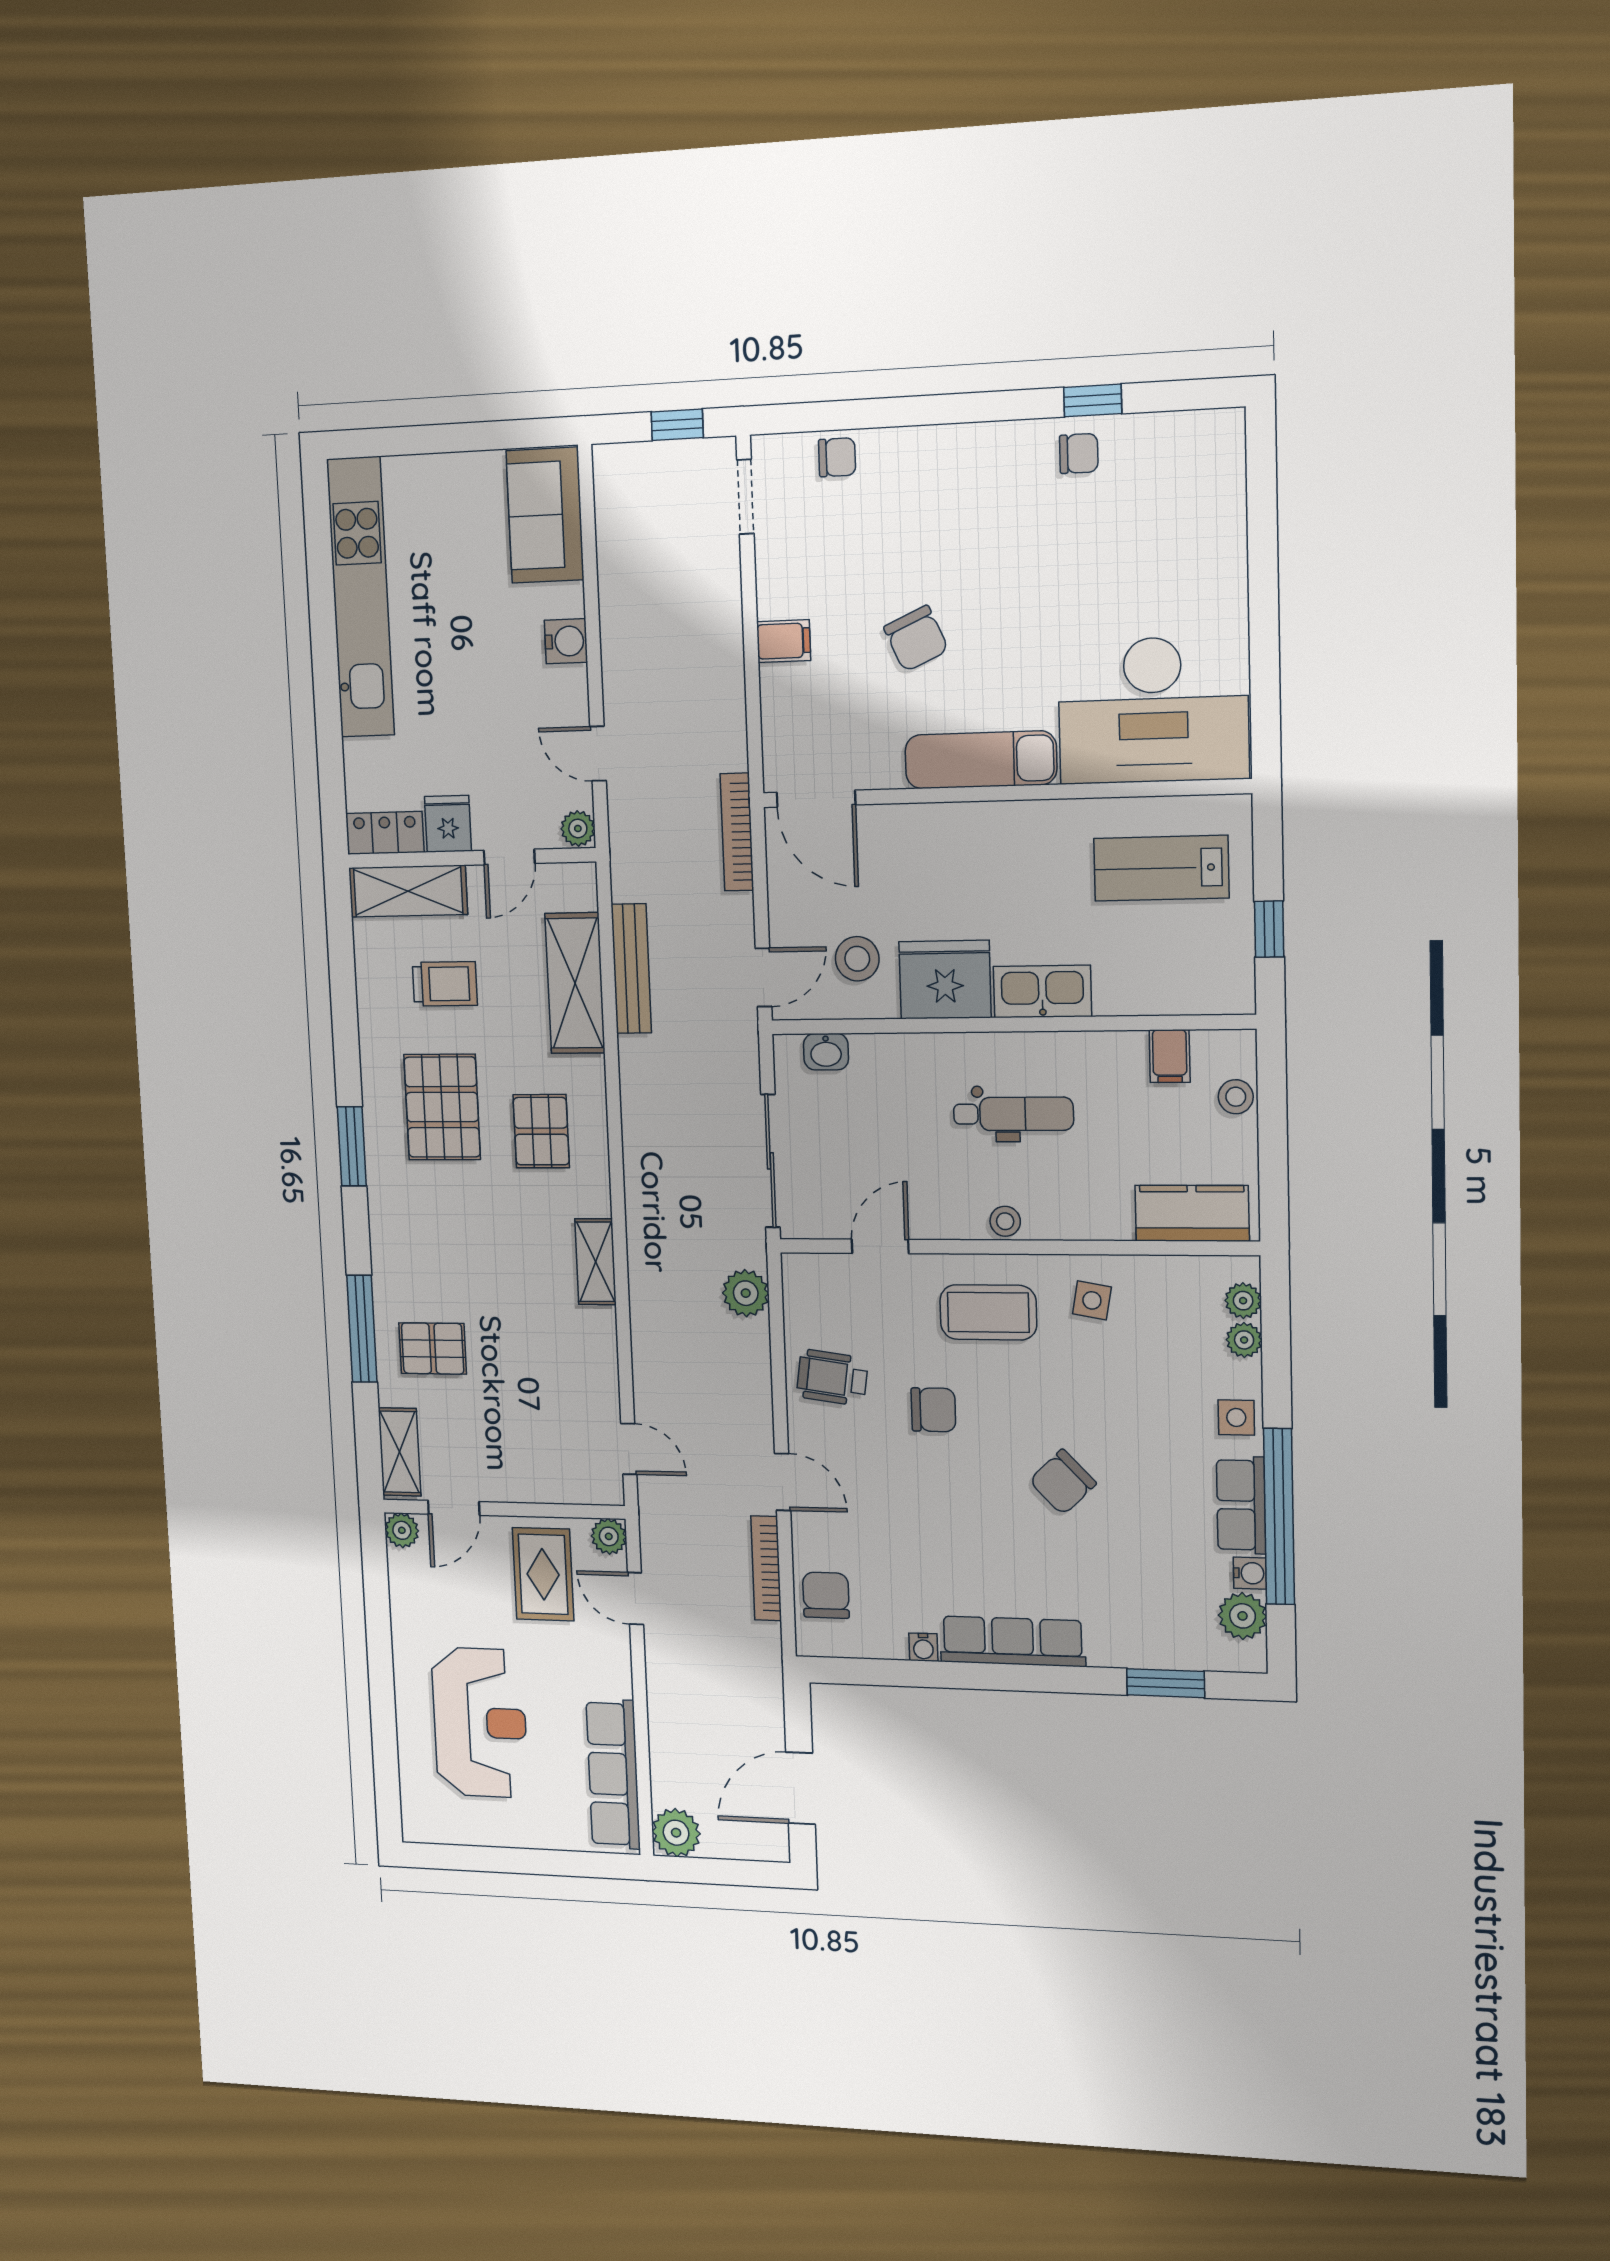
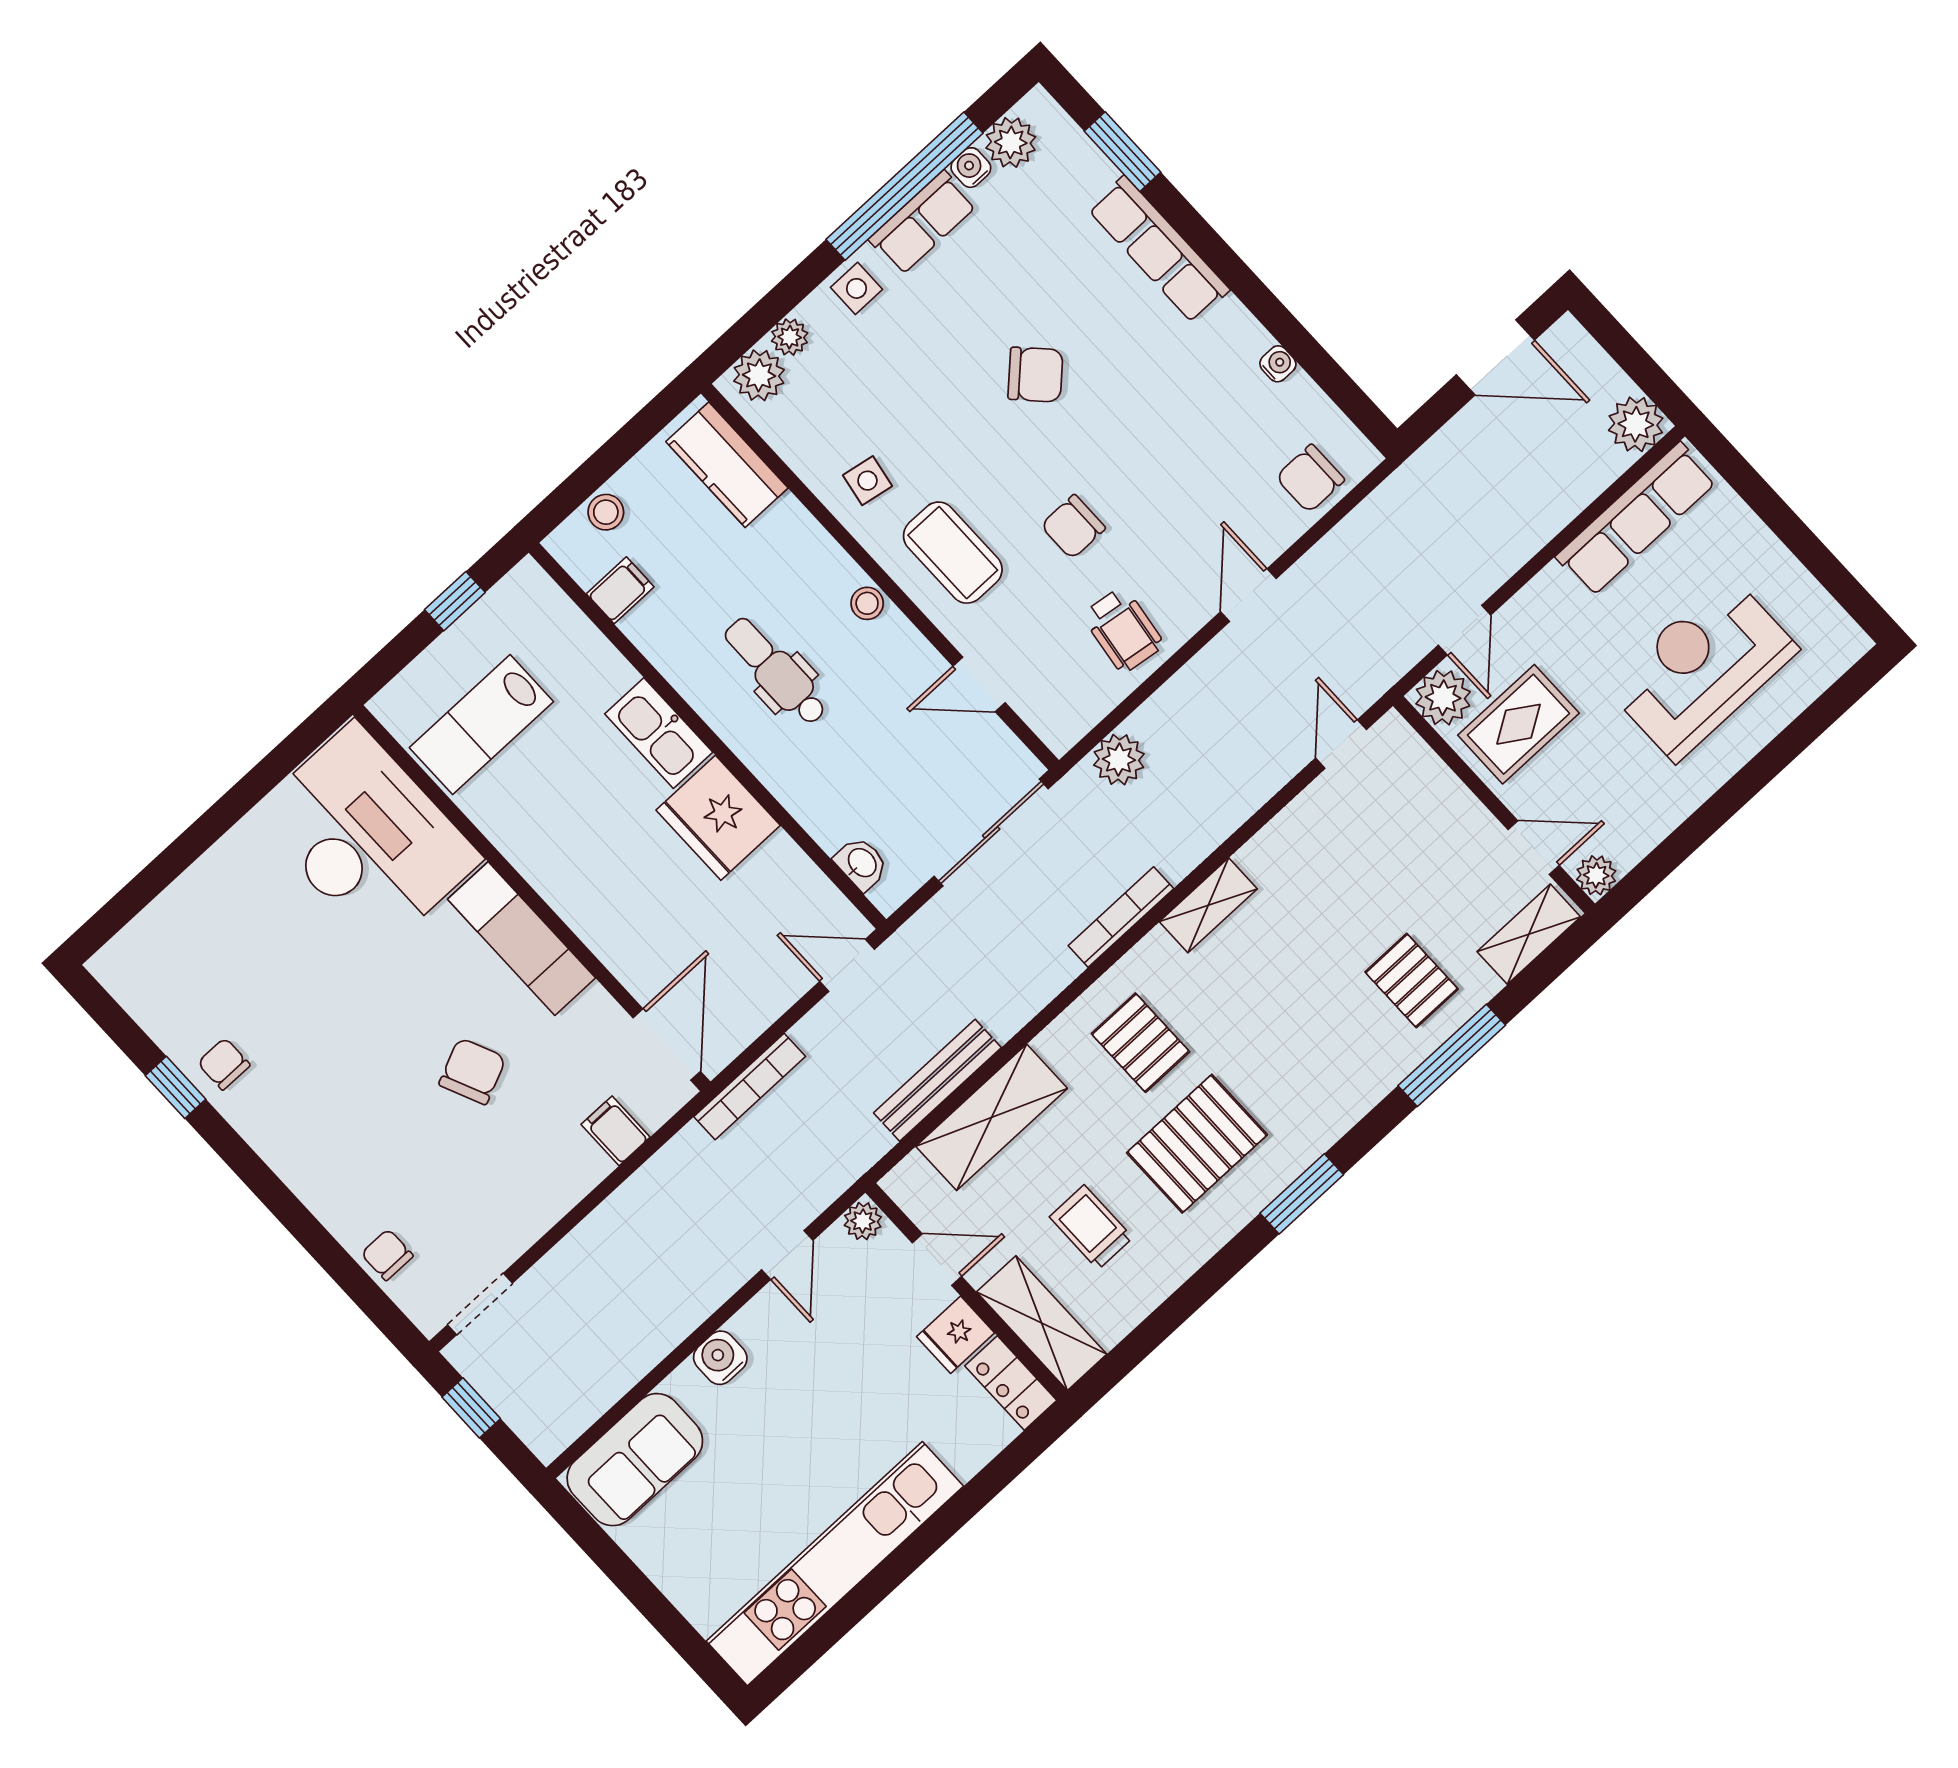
filing cabinet: (784, 641) -> (616, 1131), moved
lab bench: (1161, 868) -> (481, 725), turned 90
stool: (857, 959) -> (764, 902), removed
pallet: (541, 1131) -> (1140, 1043), turned 90
plant: (1243, 1301) -> (759, 375), width x1.38, depth x1.38
chair: (933, 1410) -> (1073, 527), turned -90
plant: (609, 1536) -> (1443, 698), width x1.38, depth x1.38
bookcase: (766, 1568) -> (1121, 917), moved, turned 180
row of seats: (1013, 1641) -> (1159, 249), moved

